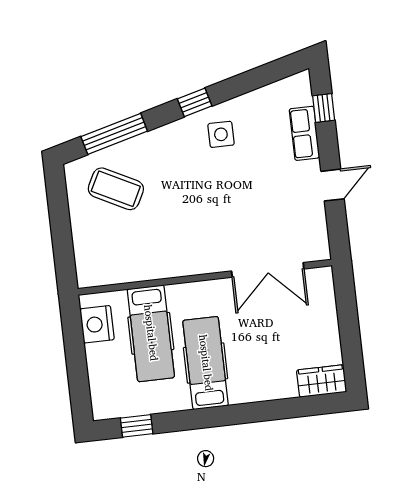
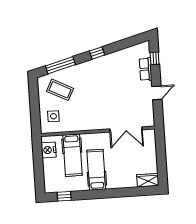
side table: (221, 134) -> (53, 116), moved

